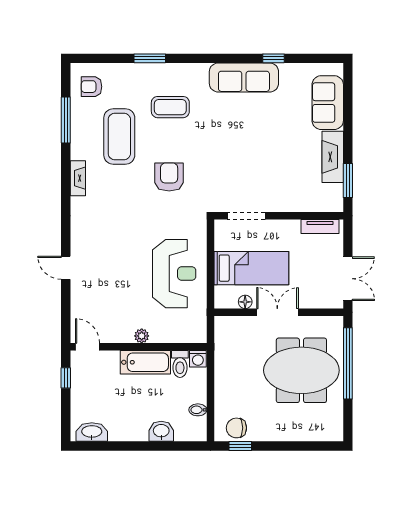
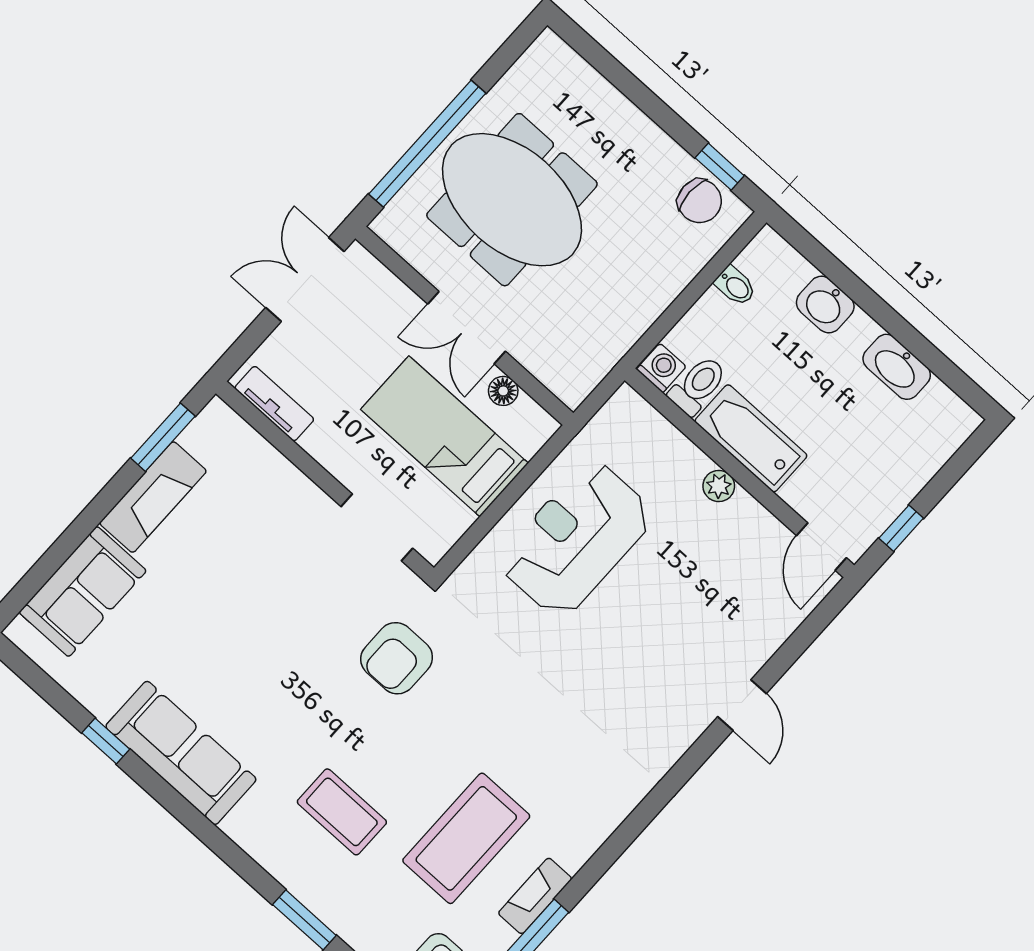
armchair: (169, 177) -> (397, 658), moved
fireplace: (78, 178) -> (535, 896), moved
washbasin: (92, 432) -> (897, 367), moved

